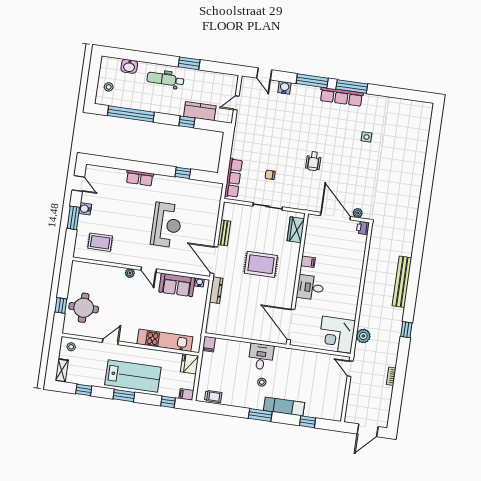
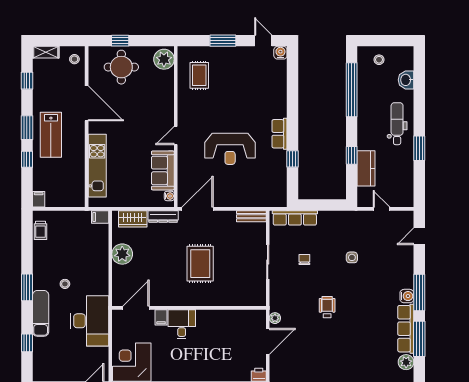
water cooler: (284, 88) -> (407, 296), moved
plant: (370, 101) -> (406, 362), added
side table: (366, 137) -> (352, 257), moved
wheelchair: (313, 161) -> (327, 307), turned 90
row of seats: (140, 178) -> (280, 134), moved
door: (78, 183) -> (263, 41), swing flipped
water cooler: (85, 209) -> (280, 53), moved
plant: (358, 213) -> (275, 318), moved
door: (335, 216) -> (268, 341), width x0.73
wardrobe: (296, 230) -> (133, 219), moved, turned 180
bench: (224, 233) -> (251, 216), moved
filing cabinet: (308, 262) -> (161, 317), moved
plant: (130, 273) -> (164, 59), moved, width x1.88, depth x1.88
door: (291, 324) -> (136, 308), width x0.73
plant: (243, 330) -> (122, 254), added
door: (110, 342) -> (87, 103), width x1.88
desk: (261, 357) -> (90, 321), moved, width x1.87, depth x1.30
fridge: (190, 364) -> (74, 198), removed
lab bench: (133, 376) -> (51, 135), width x0.73, depth x0.72
window: (168, 402) -> (27, 159), moved

